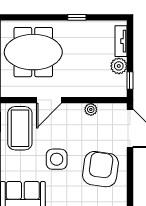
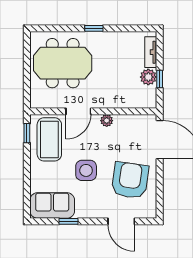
window: (77, 17) -> (94, 28), moved
window: (130, 80) -> (160, 79), moved
plant: (91, 109) -> (107, 121), moved

